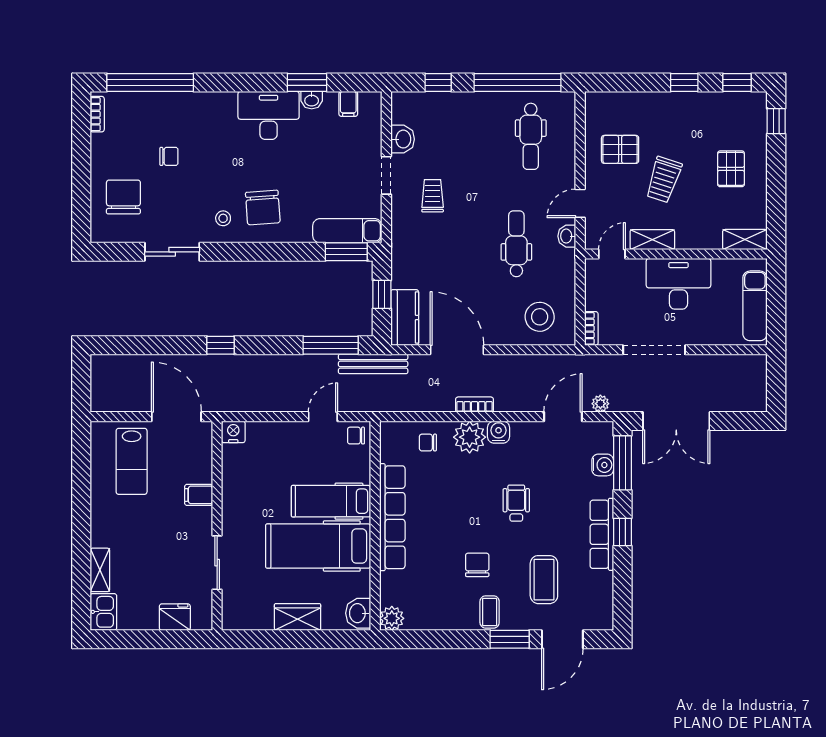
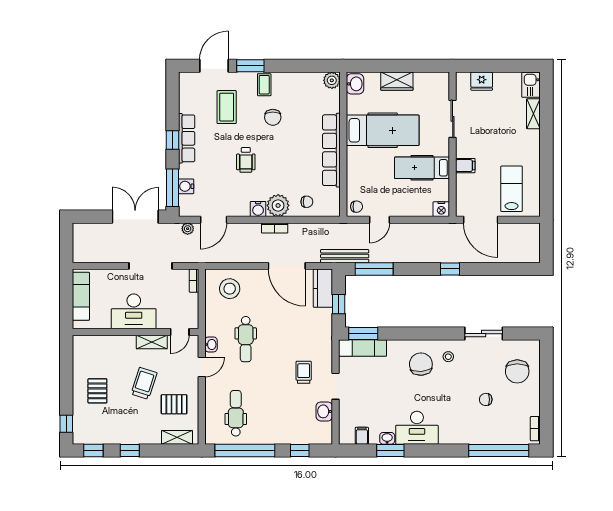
trolley: (433, 196) -> (304, 372), turned 180
shelving: (745, 240) -> (177, 437), moved
hospital bed: (331, 501) -> (422, 168), moved, turned 180

